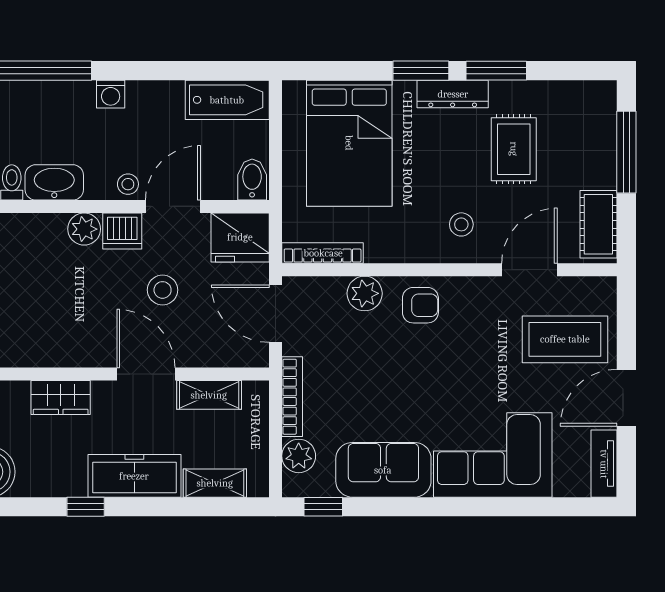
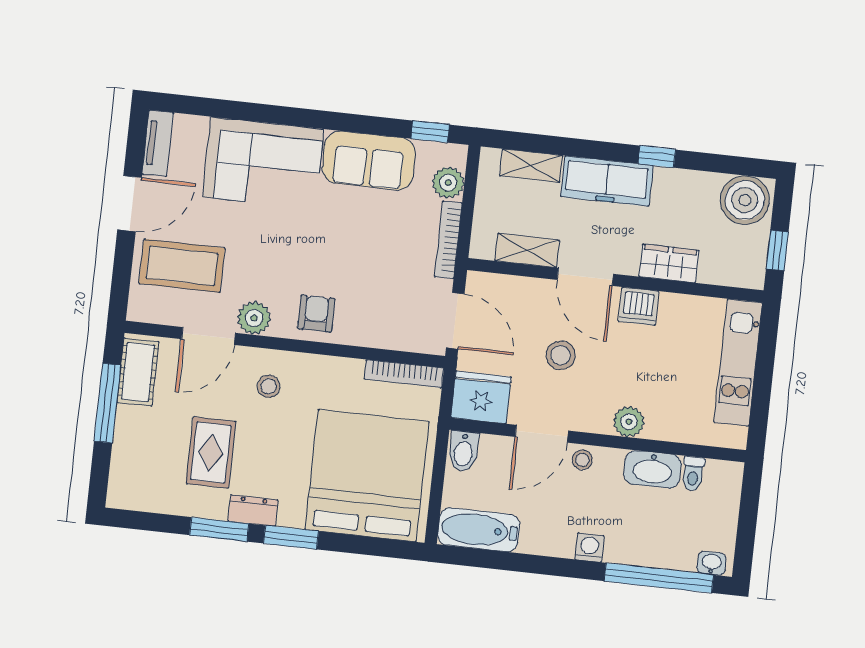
dresser: (453, 94) -> (253, 510), width x0.70
bed: (349, 143) -> (367, 476), width x1.36
window: (626, 152) -> (107, 403), moved
dishwasher: (122, 231) -> (639, 306), moved, turned 180
plant: (365, 293) -> (254, 318), moved
armchair: (420, 305) -> (316, 314), turned 90

